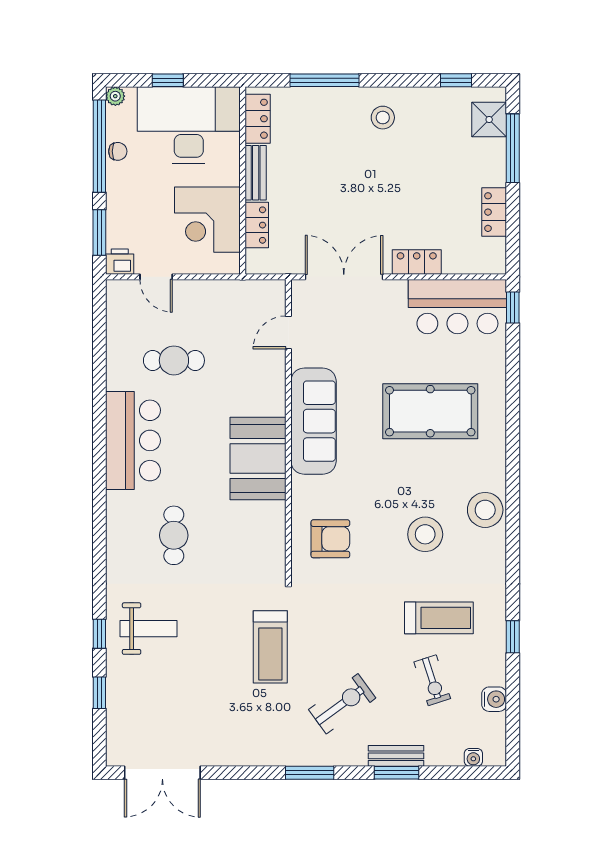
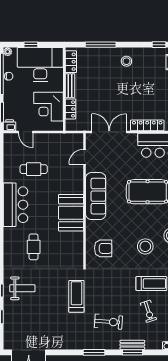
locker: (417, 262) -> (147, 125), width x1.53
treadmill: (270, 647) -> (76, 296), turned 180
exercise bike: (342, 704) -> (108, 322), turned 40

